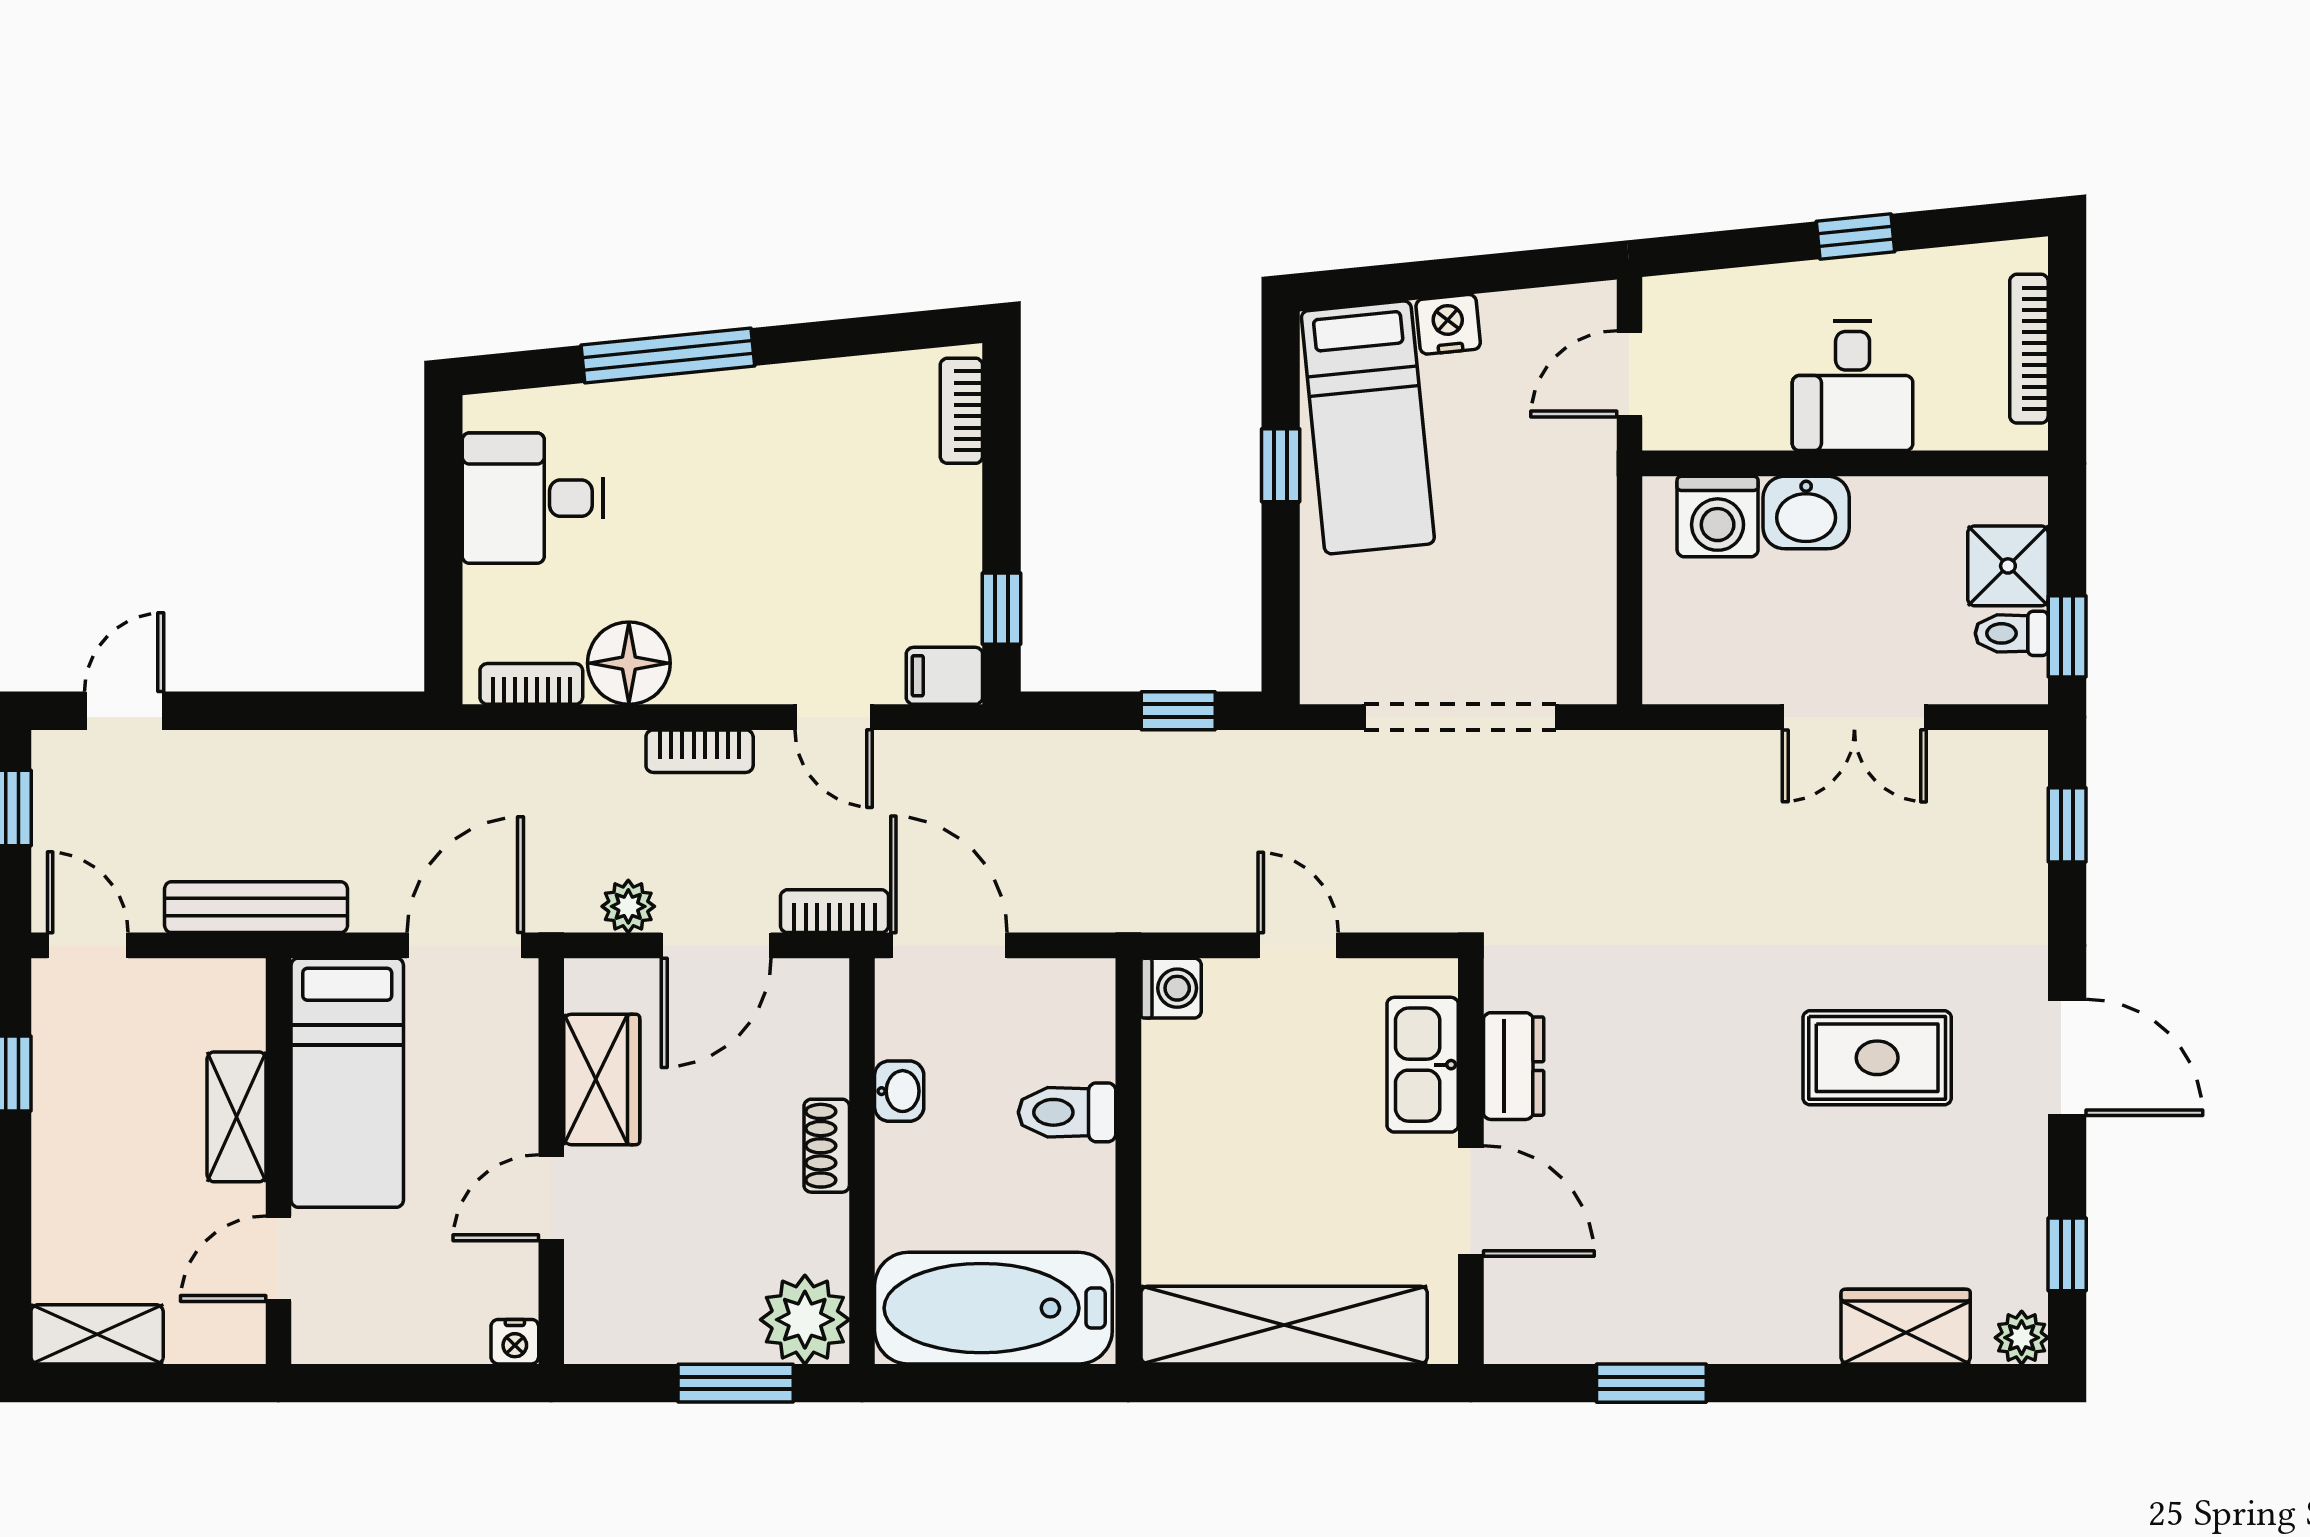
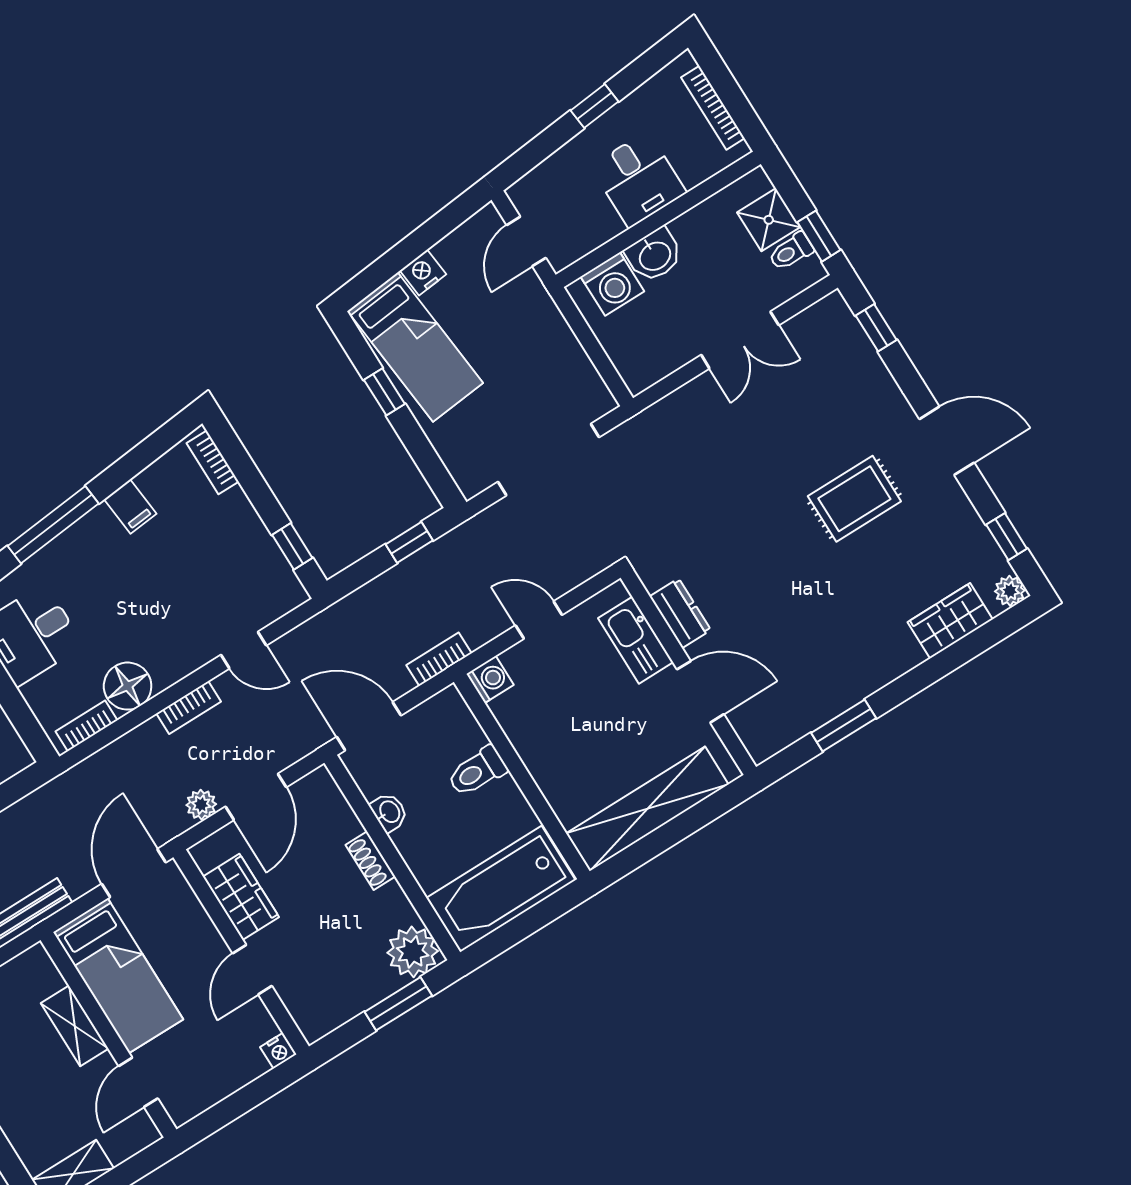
filing cabinet: (944, 676) -> (130, 507), moved, turned -96
bookcase: (834, 911) -> (439, 659), moved

